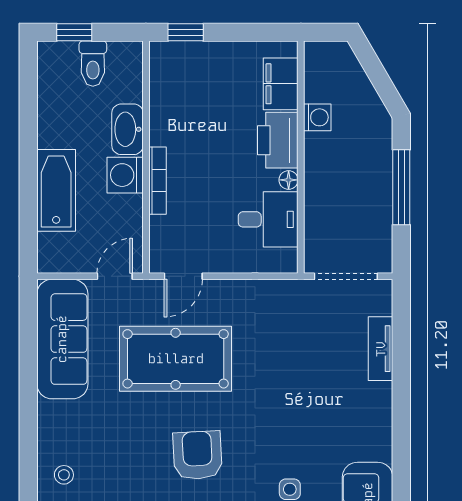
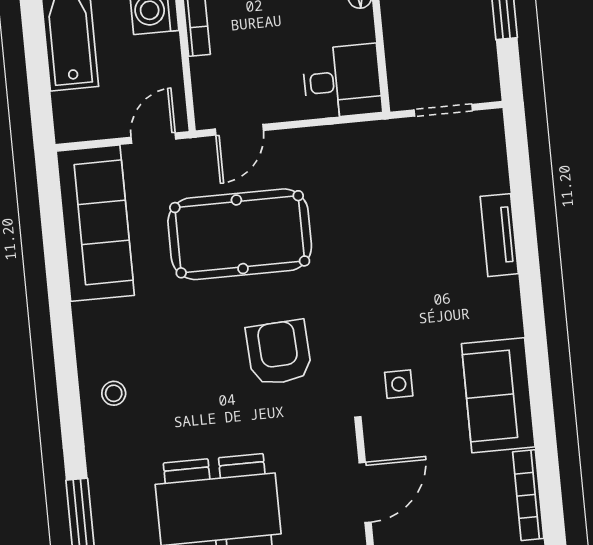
desk: (268, 219) -> (342, 81), moved
doorway: (346, 276) -> (443, 110), width x0.73
tv unit: (381, 349) -> (499, 235), moved

